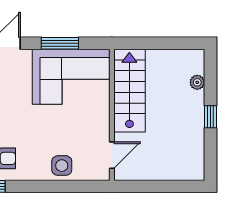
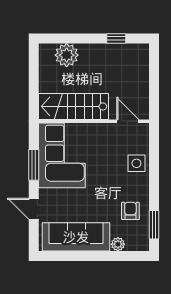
plant: (197, 82) -> (67, 55), width x1.87, depth x1.87
window: (210, 117) -> (116, 38), moved

